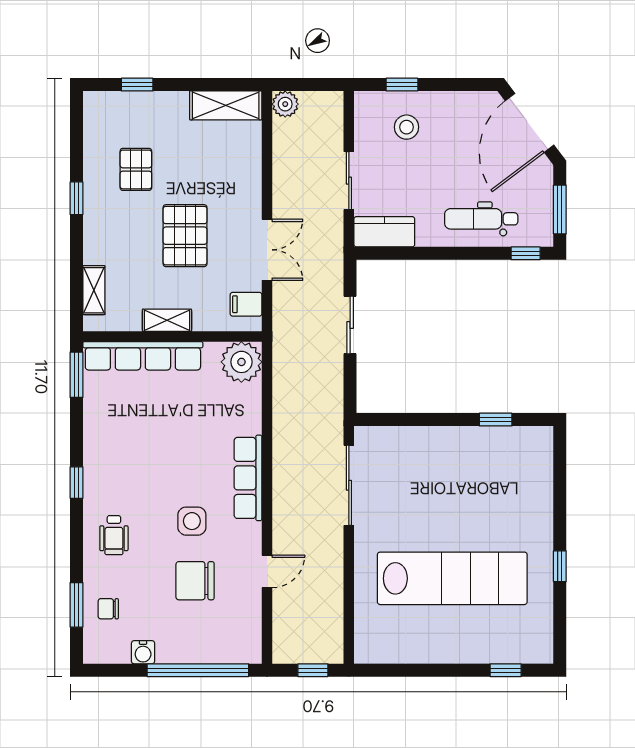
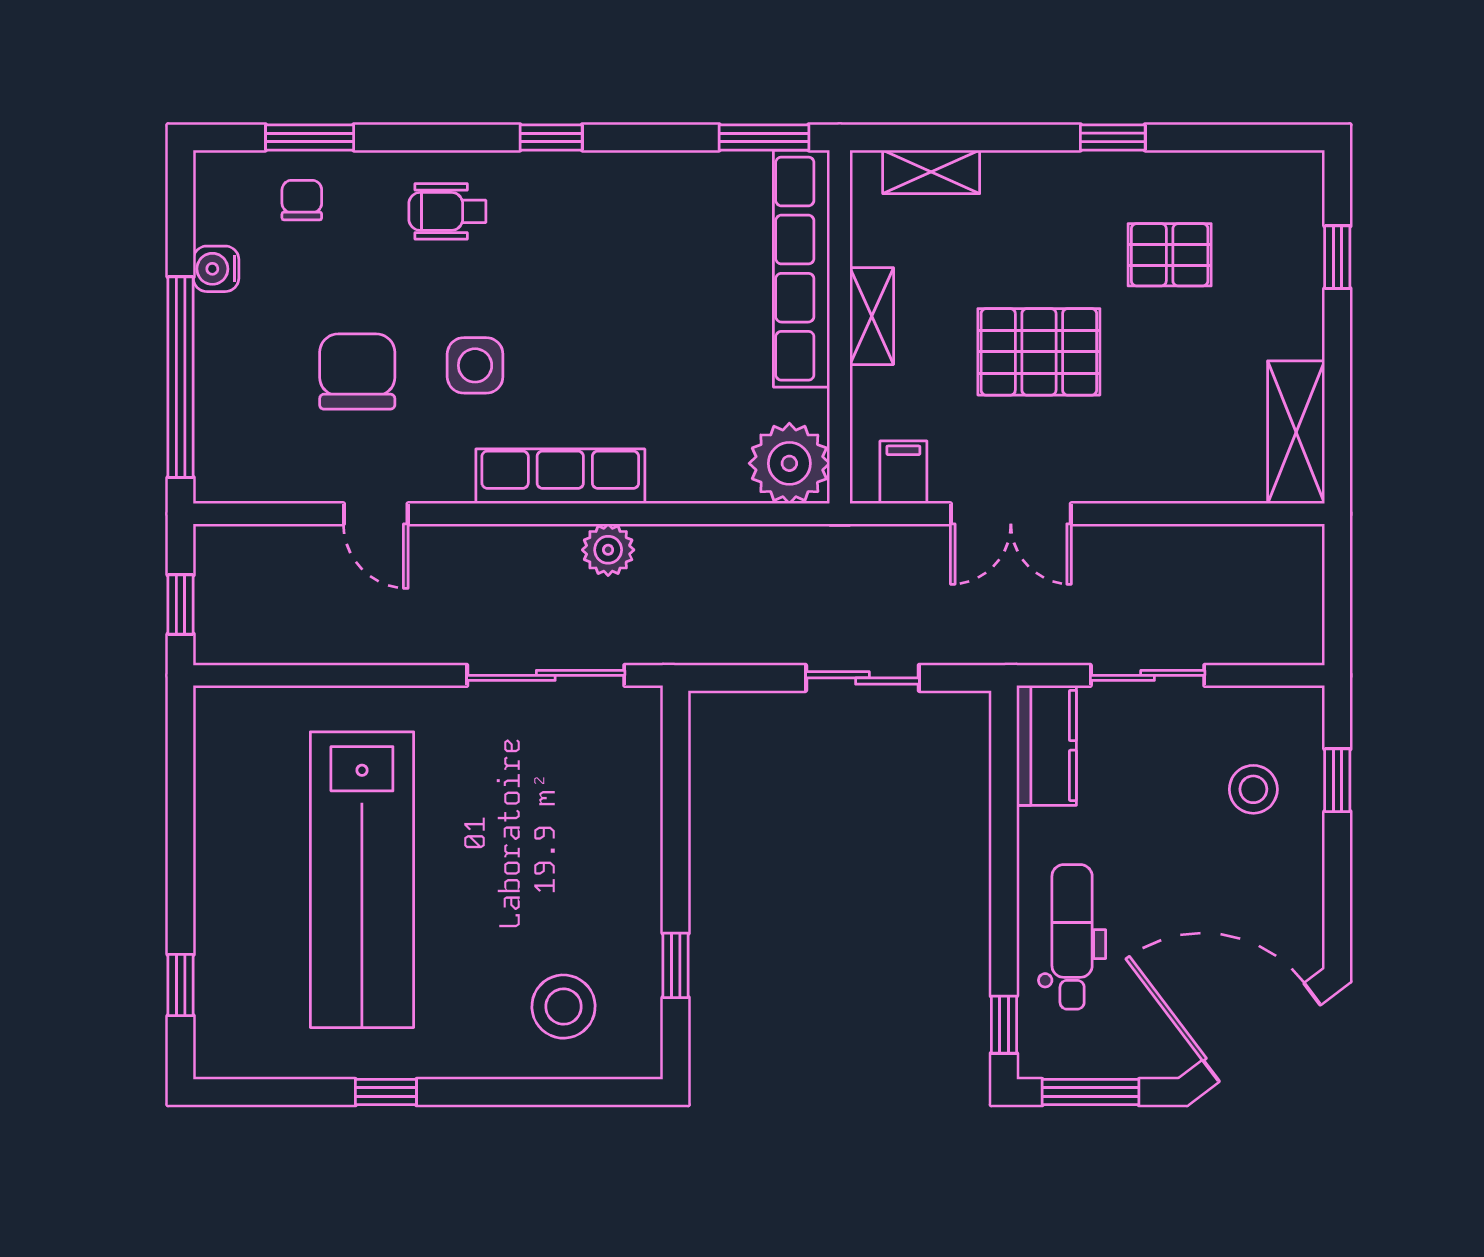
plant: (285, 104) -> (608, 550), moved
stool: (516, 476) -> (564, 1007), added

